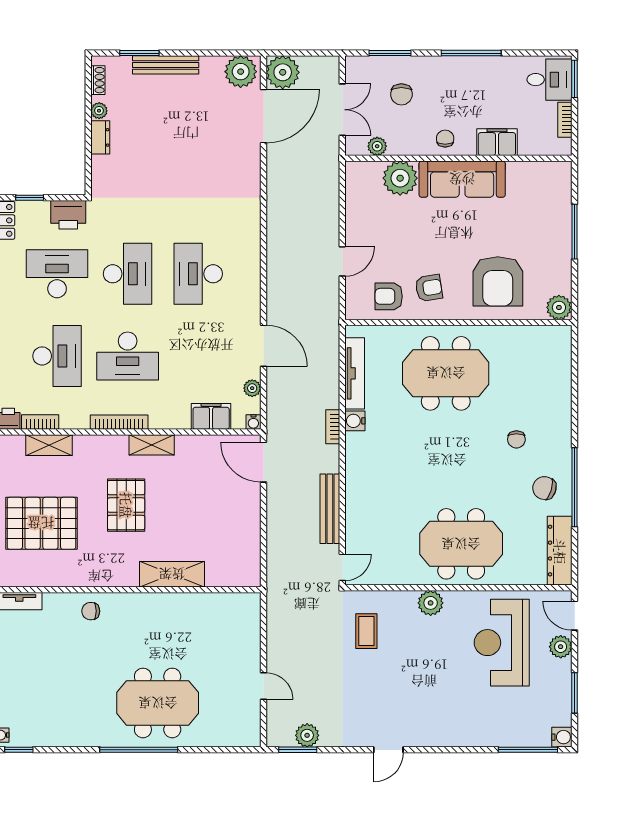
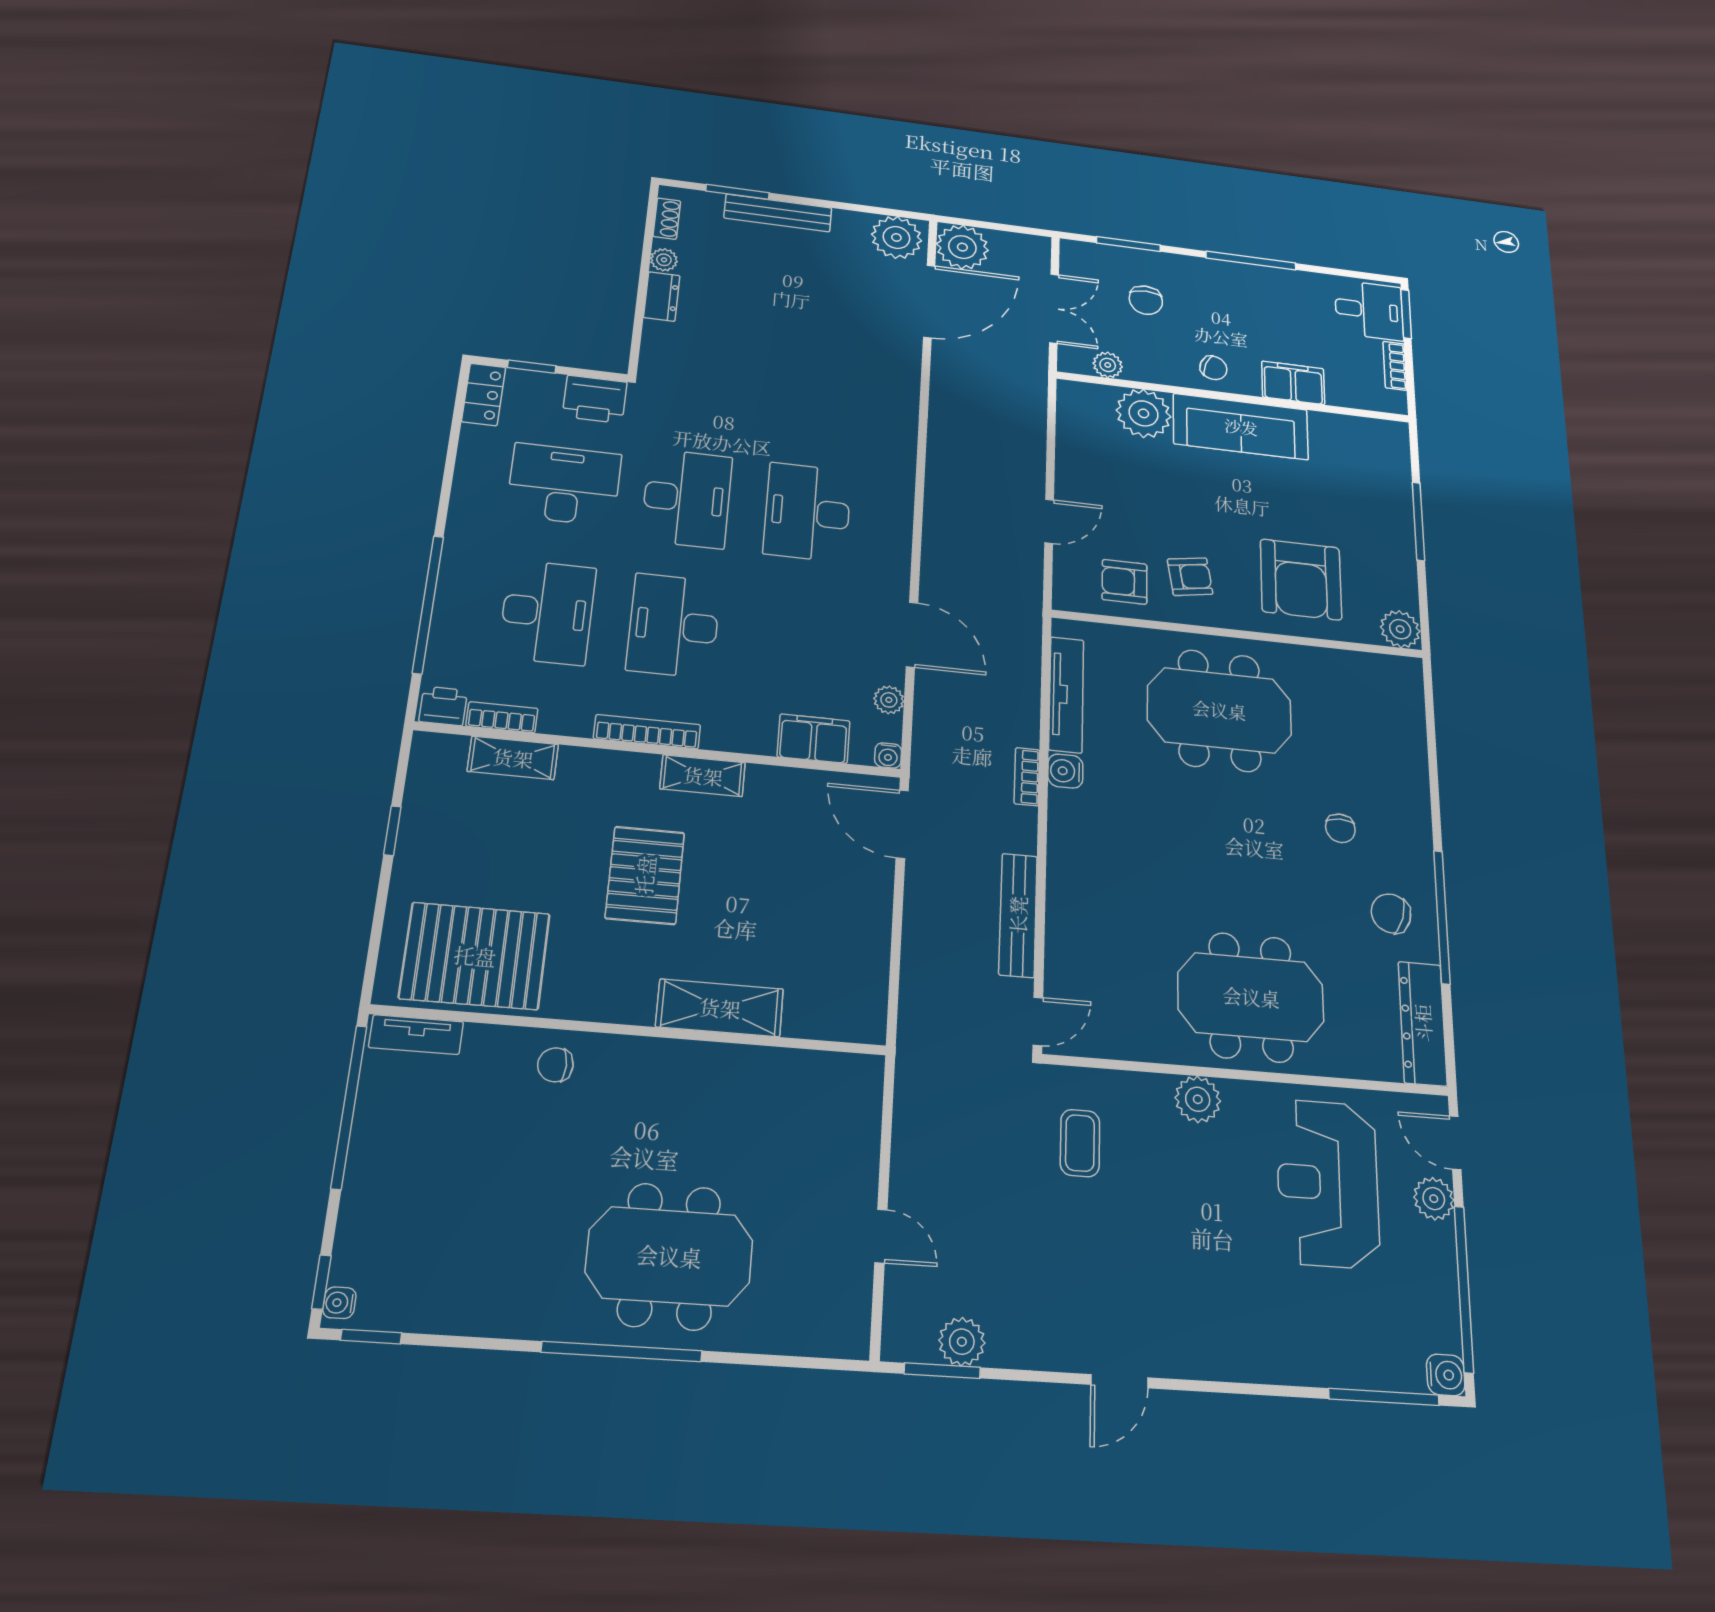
chair: (445, 139) -> (1213, 368), turned 111
desk: (128, 356) -> (674, 626), turned 90
pallet: (41, 523) -> (475, 956), moved
window: (575, 693) -> (1464, 1289), width x2.11

